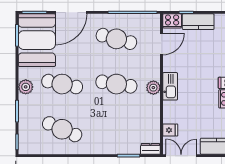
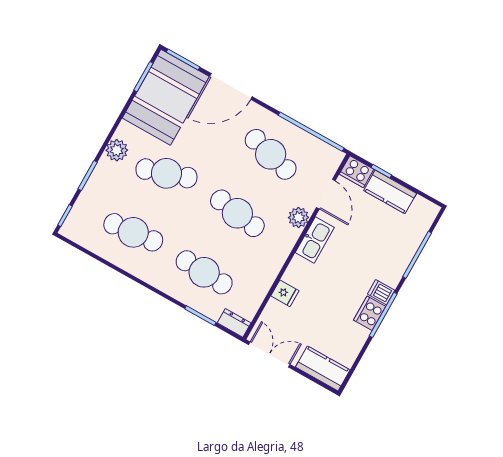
door: (162, 44) -> (326, 194), hinge flipped
cafe table: (62, 84) -> (166, 173), turned -30
kitchen sink: (170, 86) -> (315, 240), moved
plant: (153, 88) -> (299, 217), moved
cafe table: (62, 129) -> (133, 232), turned -30
cafe table: (116, 129) -> (204, 272), added
fridge: (170, 130) -> (285, 293), moved

